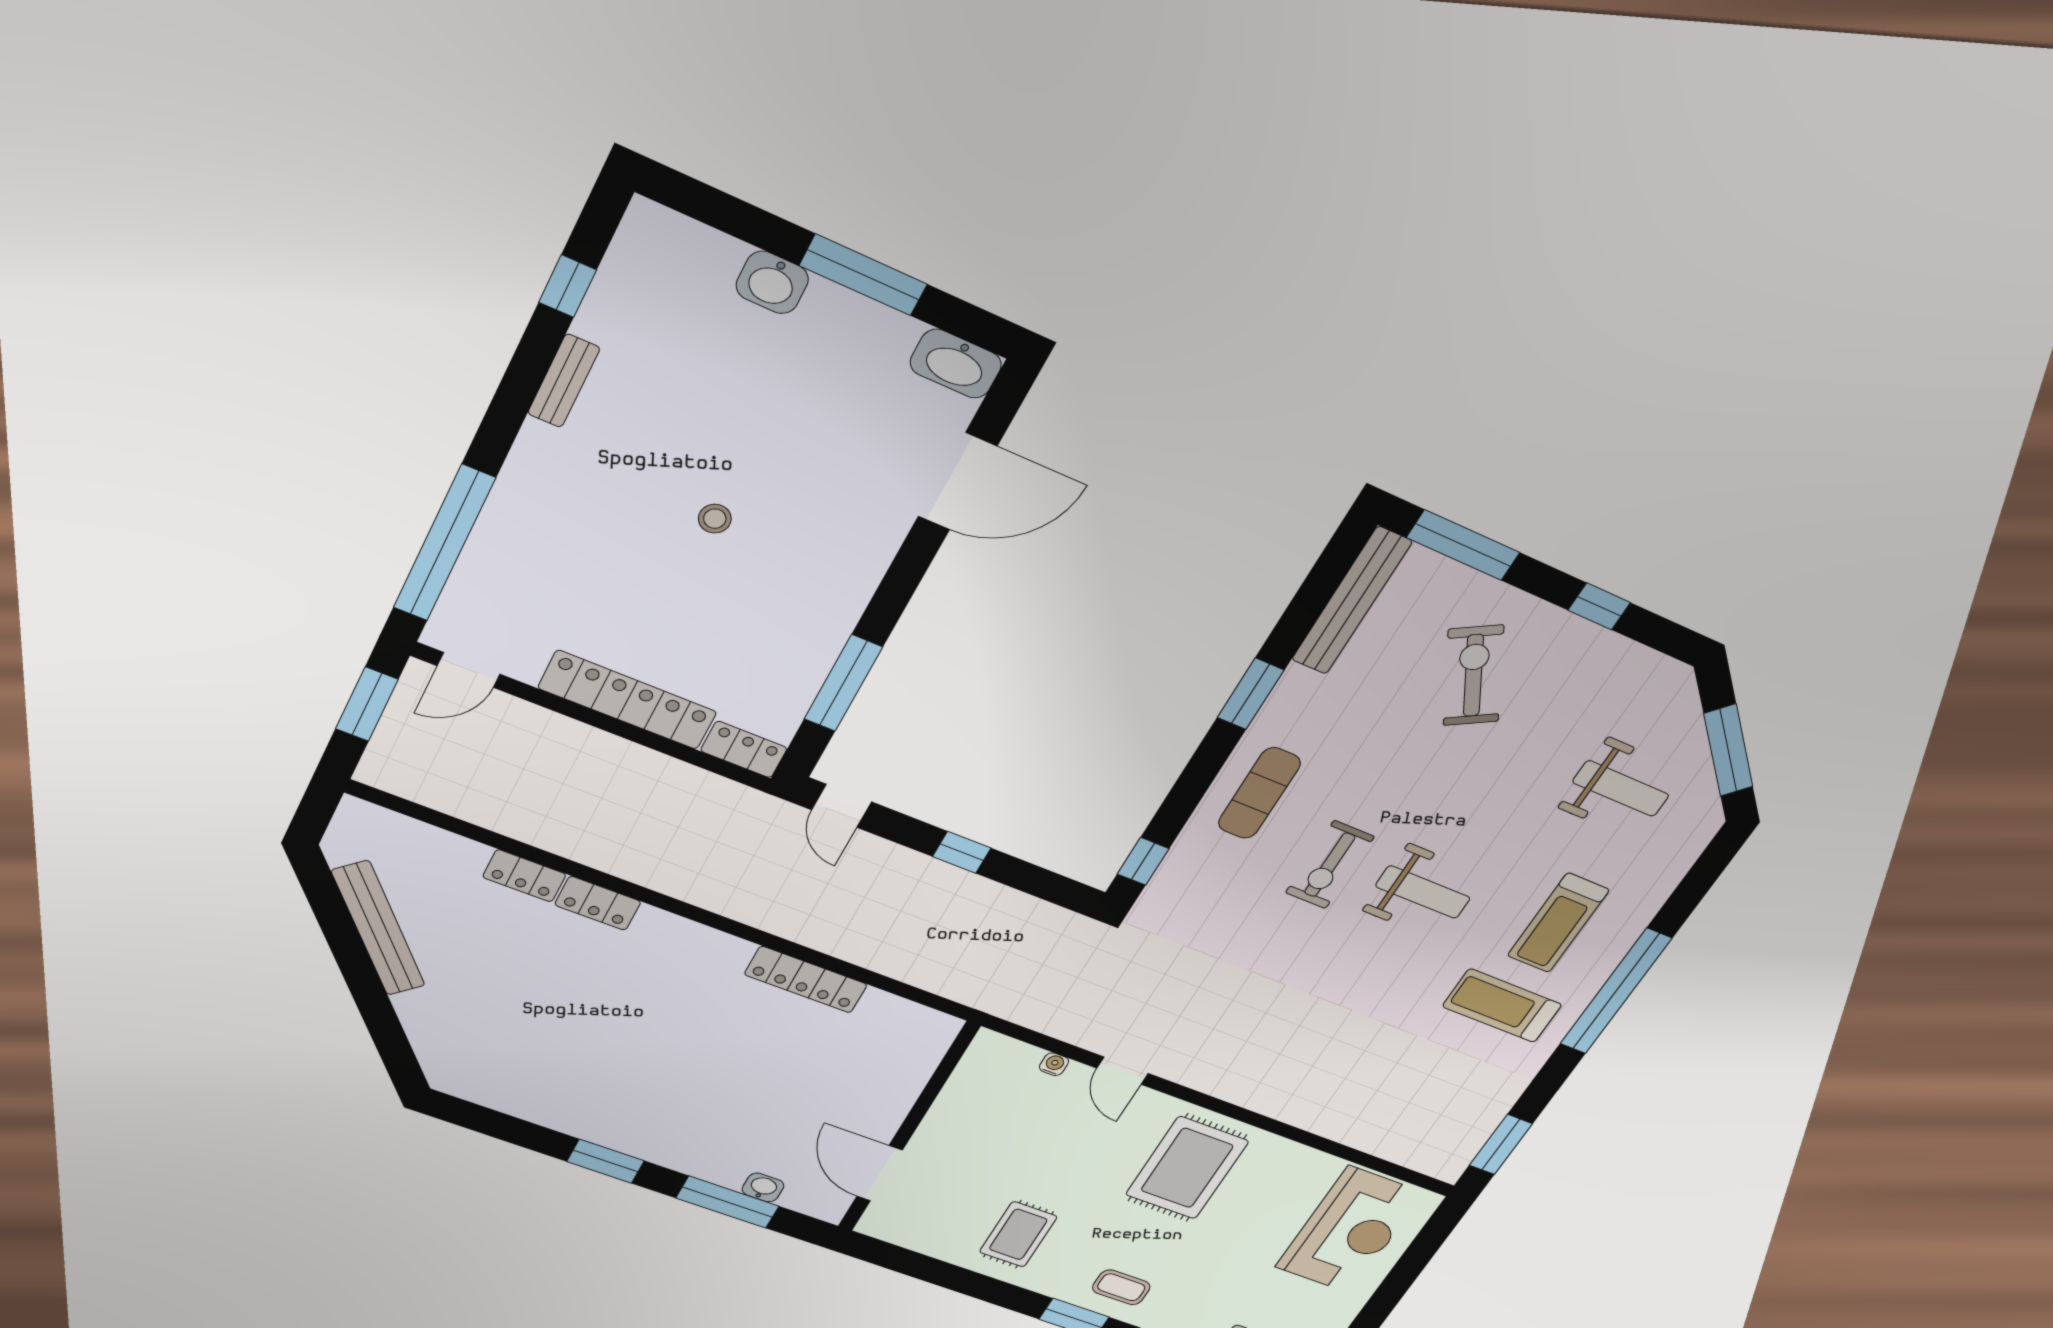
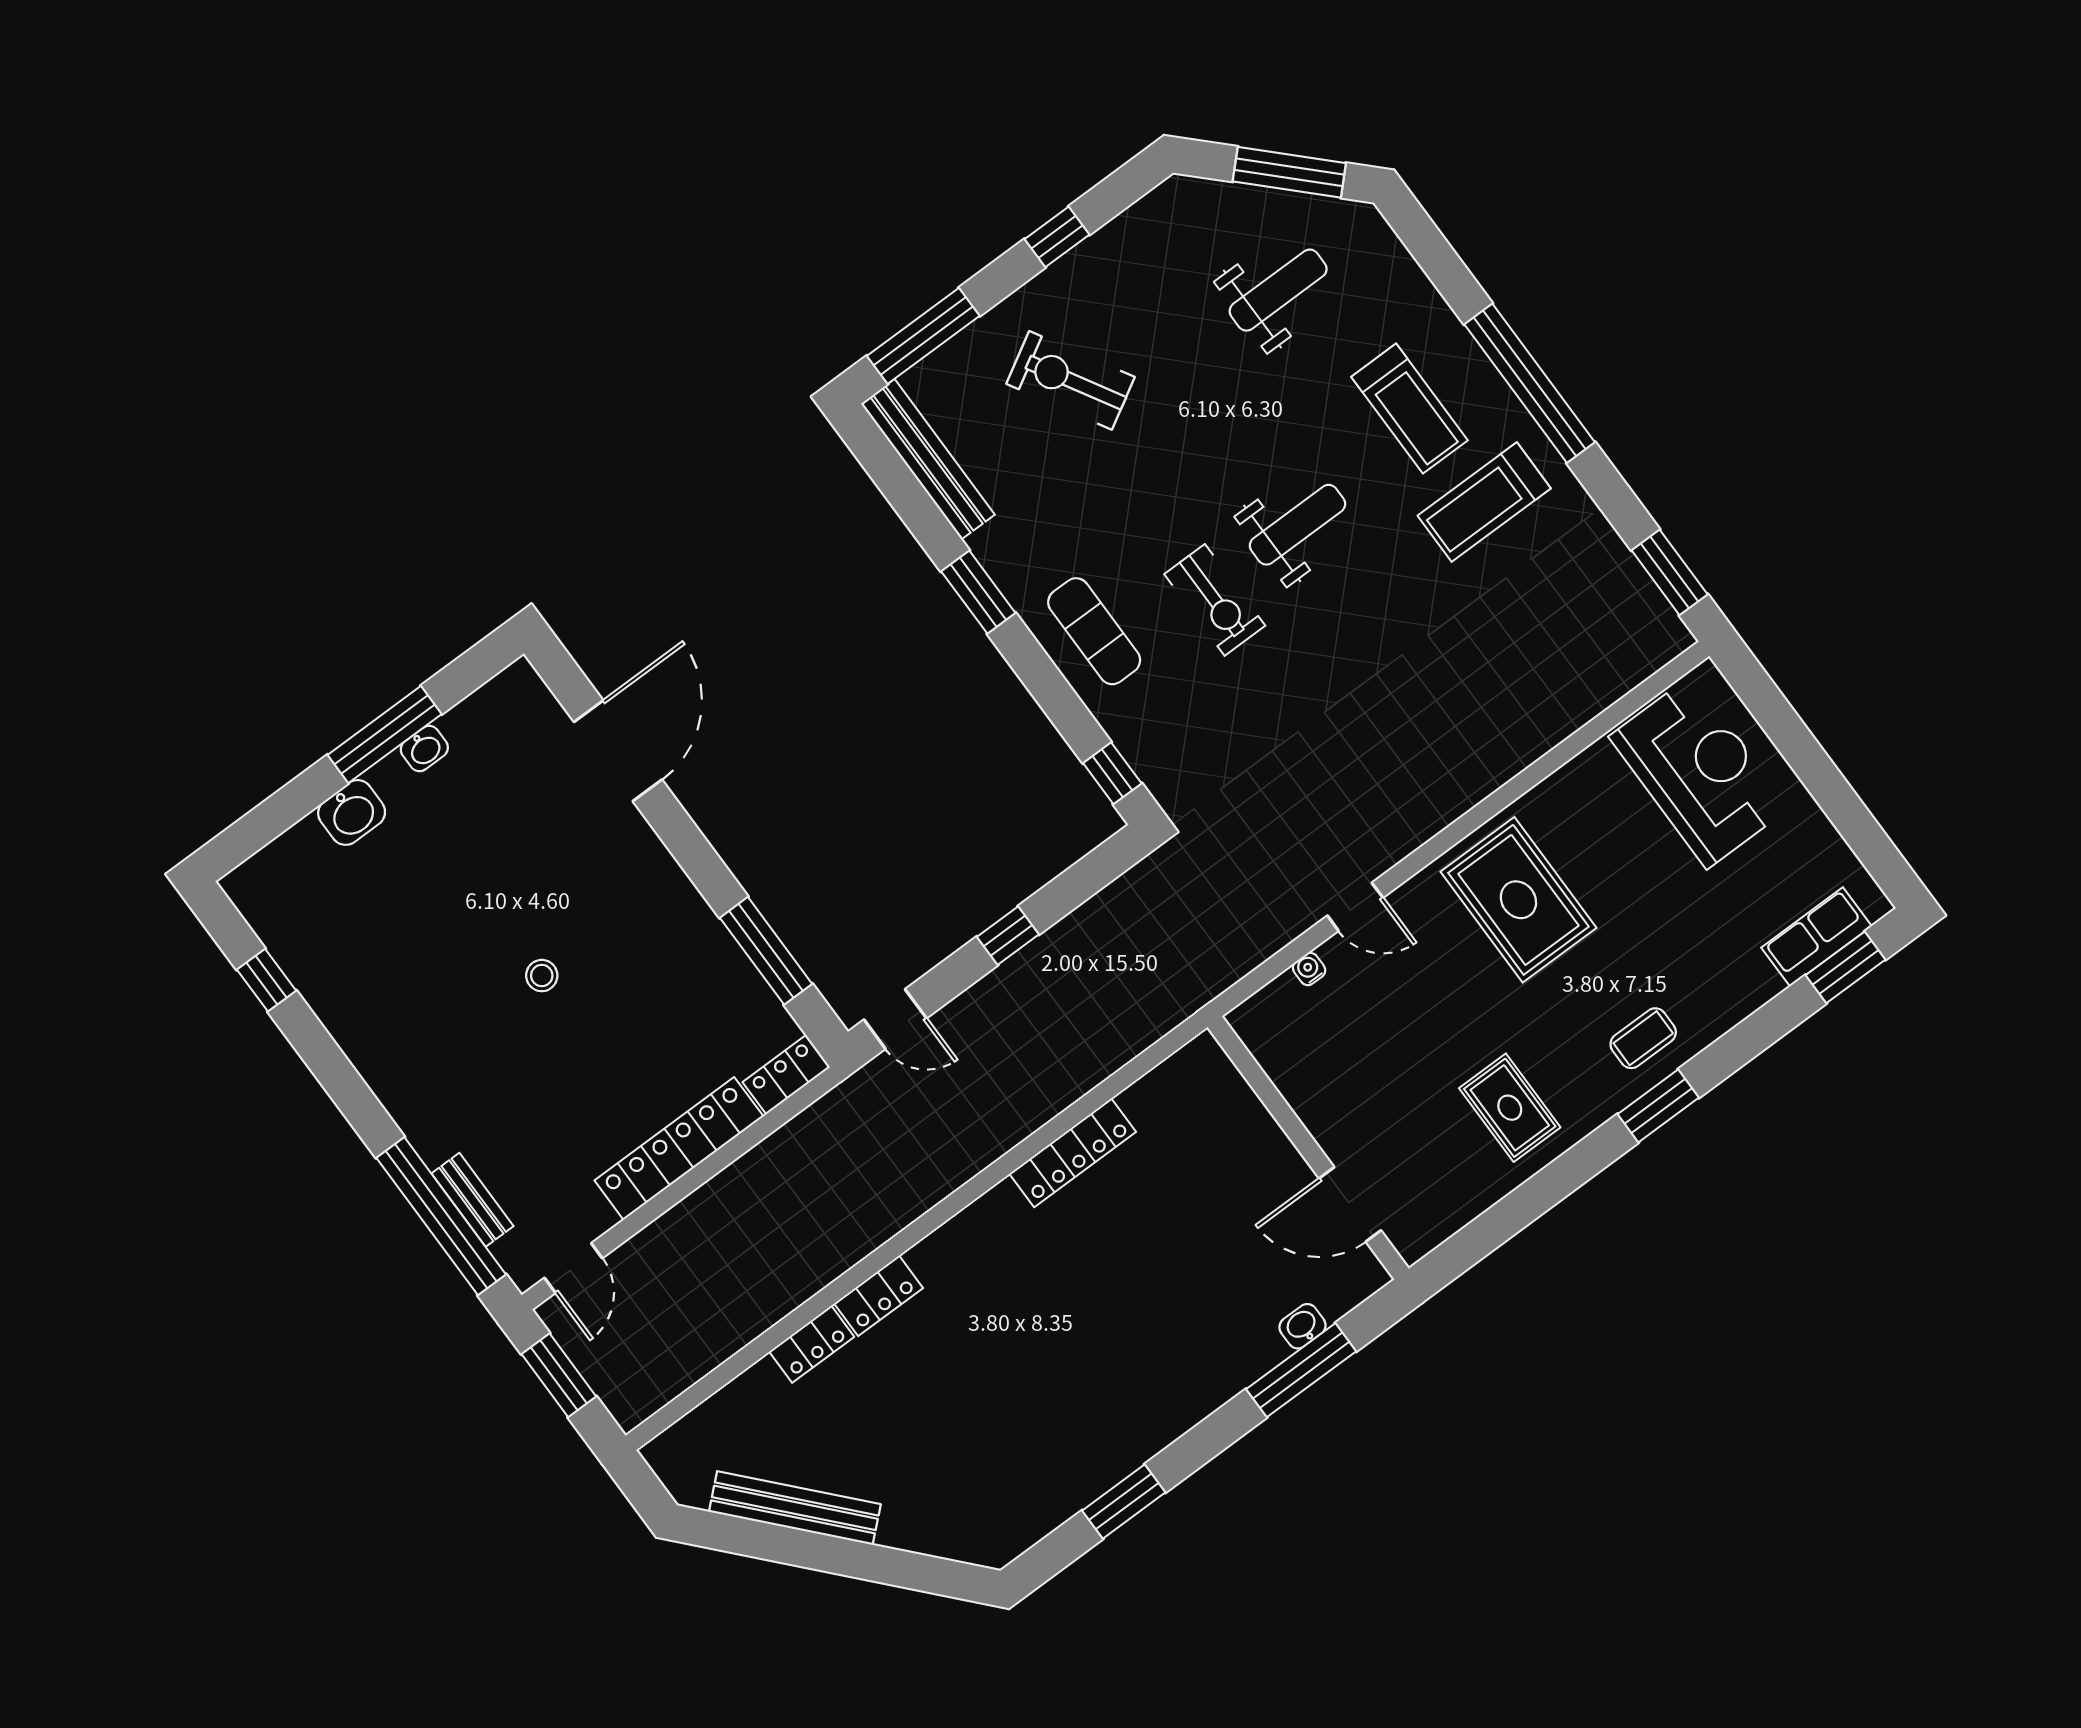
washbasin: (956, 364) -> (424, 748), moved, width x0.52, depth x0.69
bench: (564, 381) -> (472, 1200), moved
window: (606, 1161) -> (1124, 1501), moved

